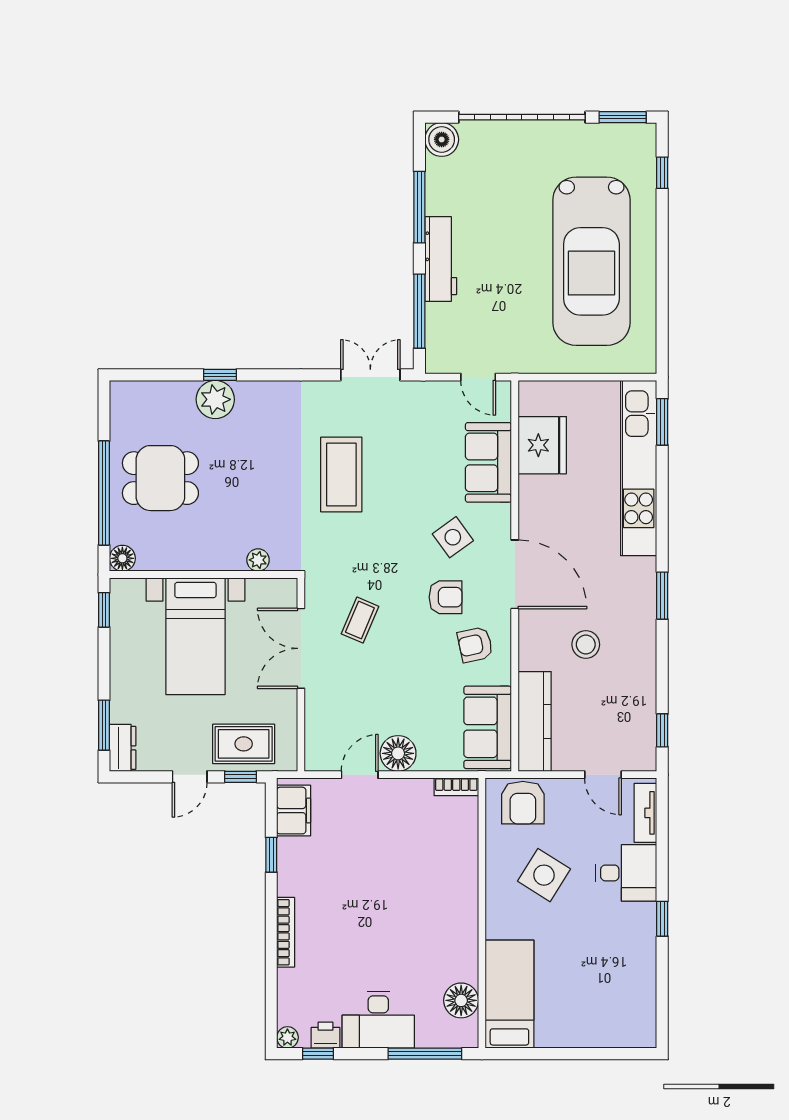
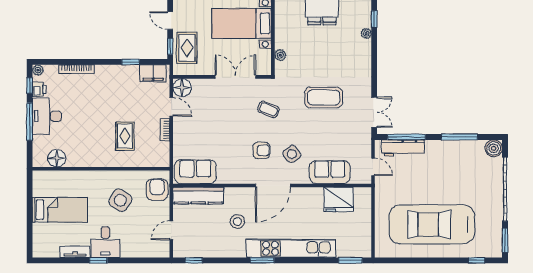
workbench: (441, 259) -> (403, 148), moved
window: (220, 375) -> (374, 19), moved
door: (478, 377) -> (373, 167), swing flipped
plant: (215, 399) -> (366, 33), width x0.53, depth x0.53
kitchen unit: (639, 468) -> (291, 248), moved
armchair: (446, 597) -> (261, 150), turned -90
coffee table: (360, 620) -> (268, 109), moved
armchair: (475, 645) -> (237, 165), removed
floor lamp: (398, 753) -> (182, 88), moved
bookcase: (456, 787) -> (165, 130), moved
armchair: (523, 803) -> (157, 190), turned 90
tv unit: (645, 813) -> (75, 252), moved
rug: (418, 866) -> (125, 136), added
desk: (626, 873) -> (105, 242), moved
bookcase: (286, 932) -> (76, 69), moved
bed: (509, 994) -> (60, 210), moved
window: (425, 1054) -> (30, 122), moved

